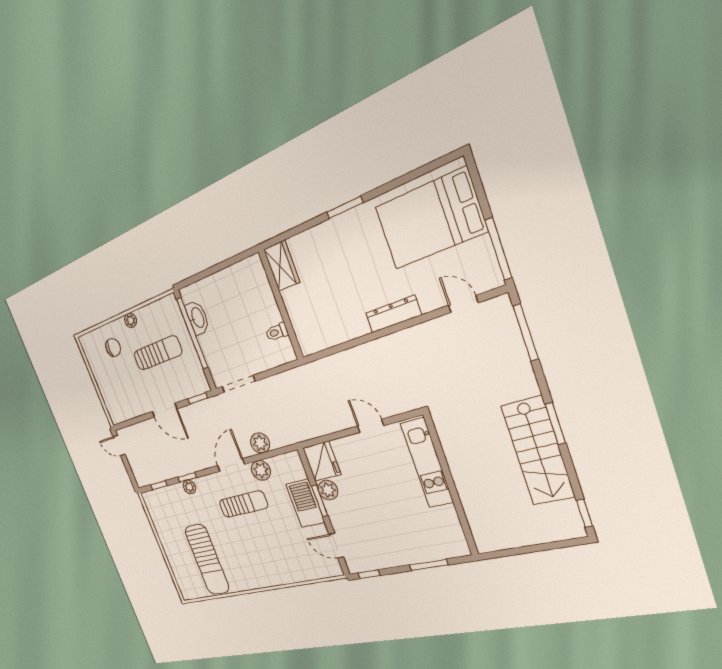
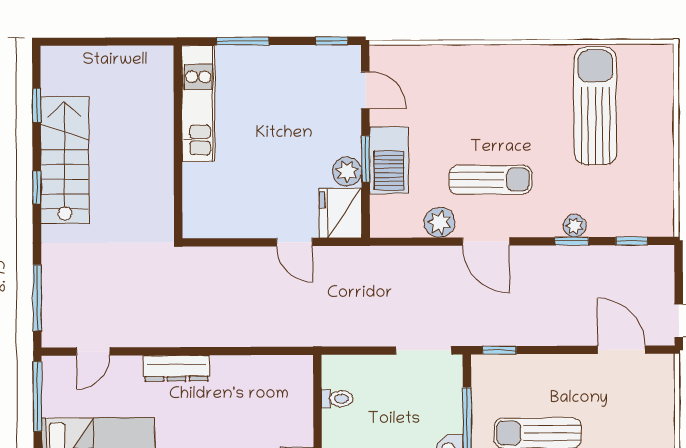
door: (463, 304) -> (93, 352), hinge flipped
door: (164, 410) -> (621, 350), moved
window: (555, 424) -> (37, 187), width x0.67
door: (371, 426) -> (294, 242), moved
plant: (260, 443) -> (425, 261), removed
kitchen unit: (427, 463) -> (198, 104), moved
door: (231, 465) -> (486, 241), hinge flipped
sun lounger: (243, 504) -> (491, 180), turned 180
window: (584, 513) -> (36, 105), moved

